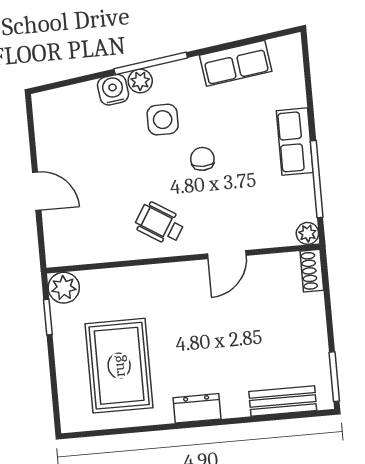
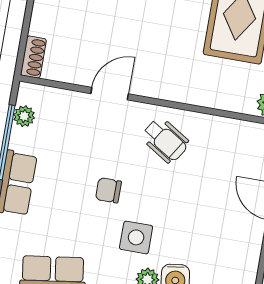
chair: (202, 159) -> (108, 190), turned 90
plant: (307, 233) -> (24, 116), moved

